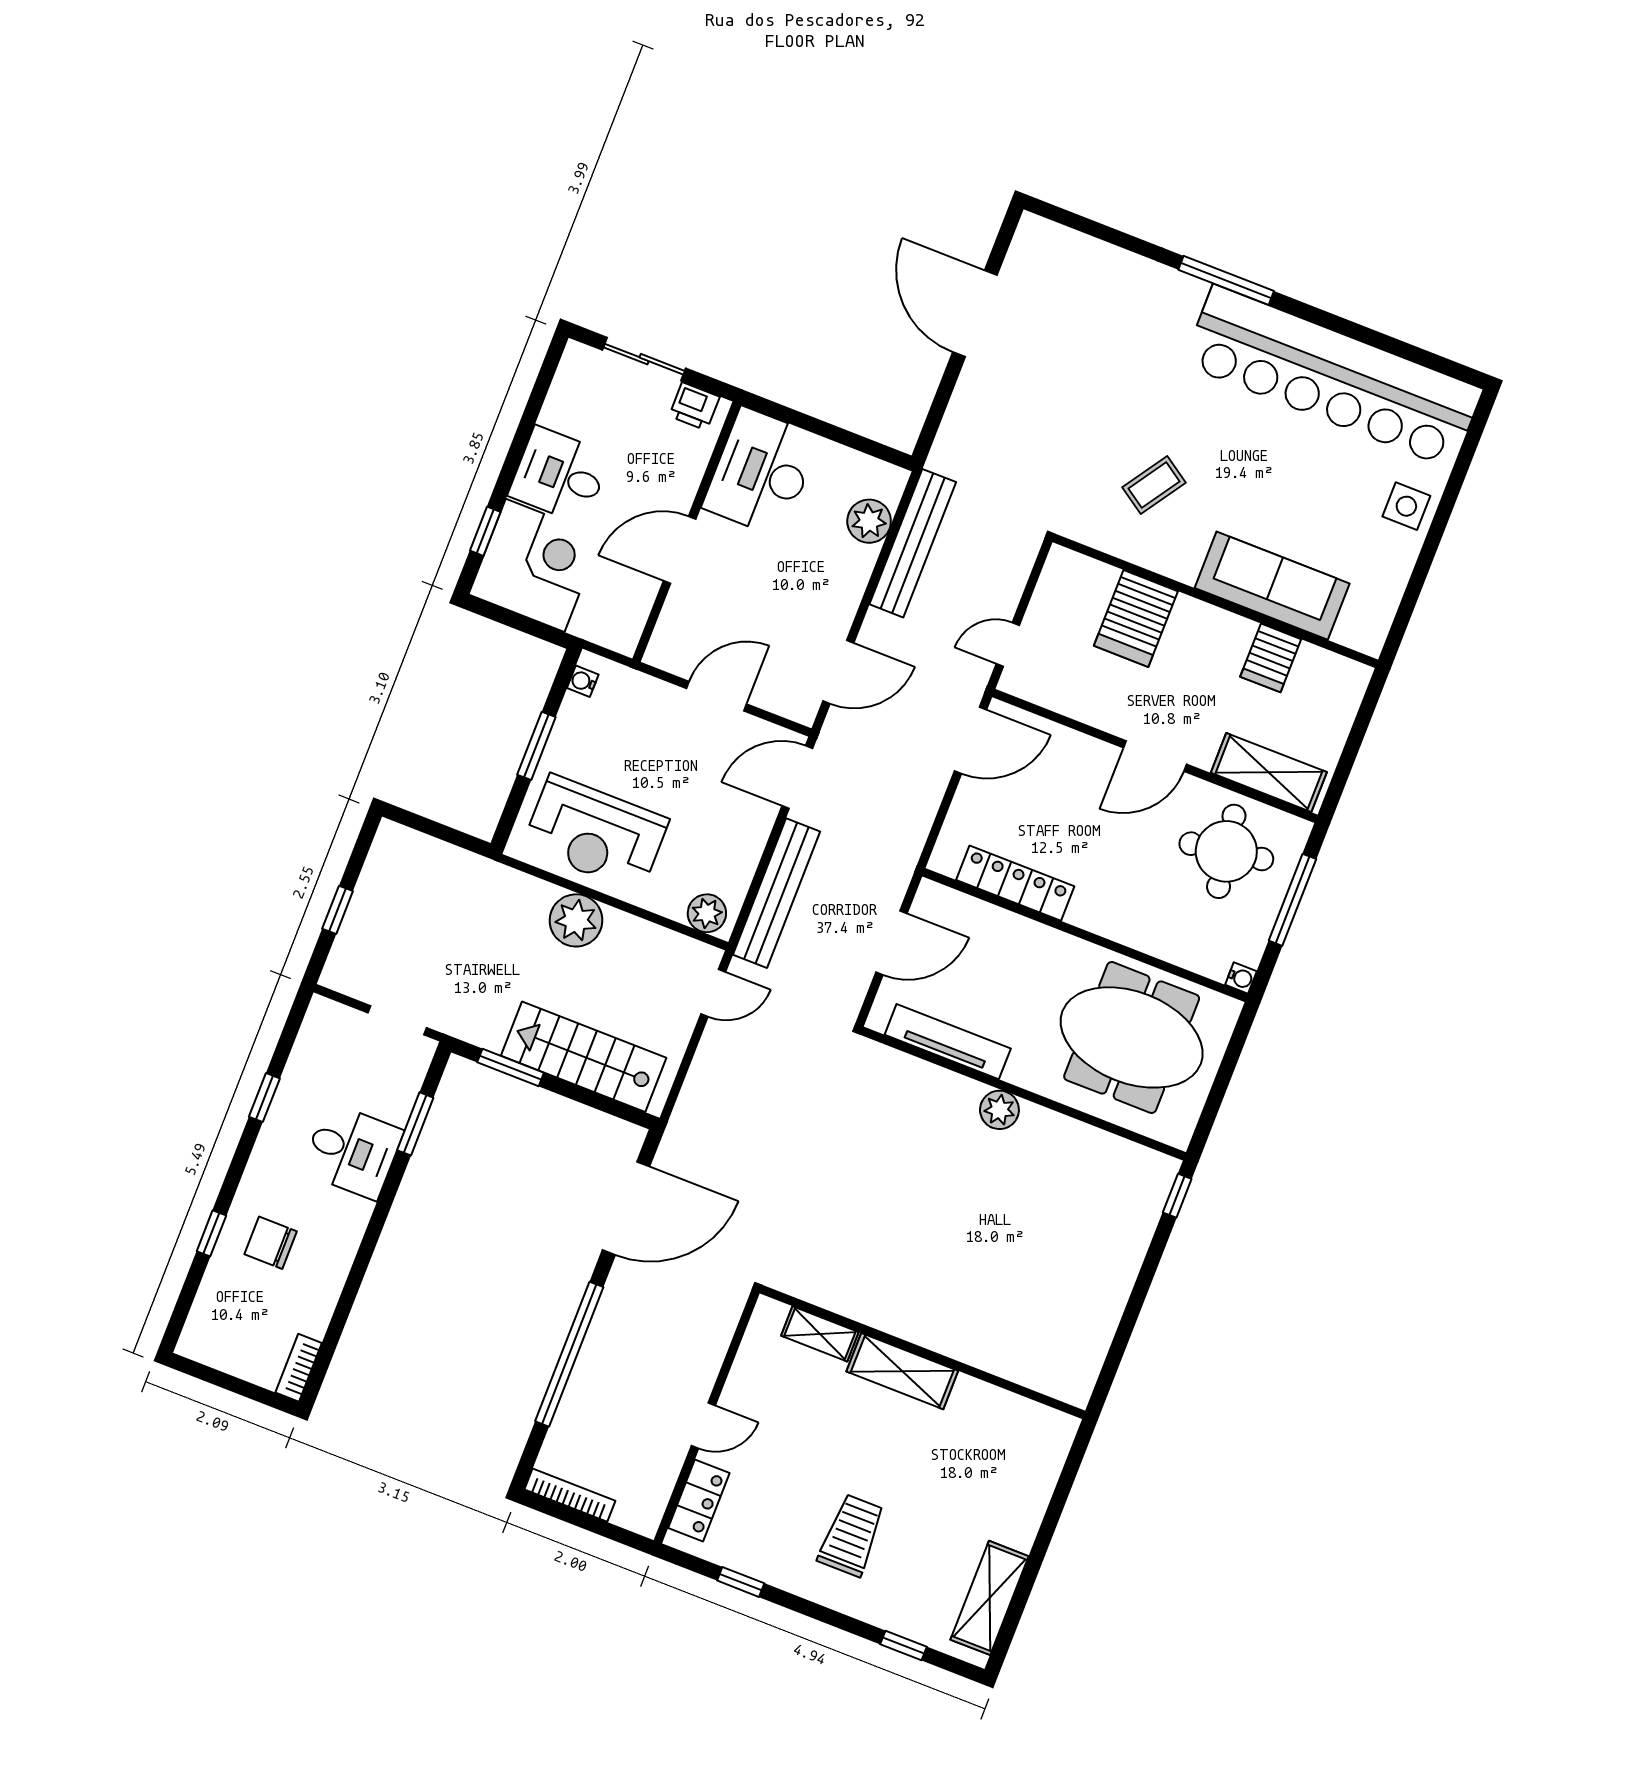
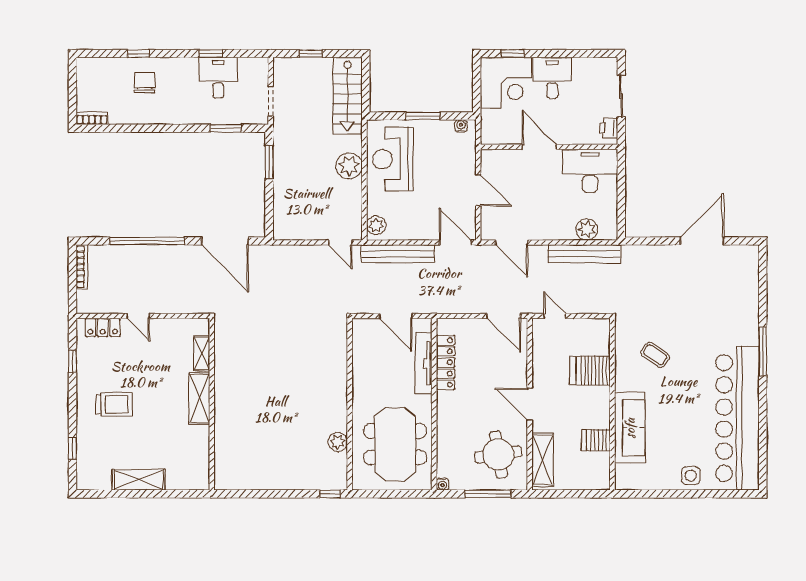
tv unit: (948, 1042) -> (424, 363), moved, turned 180
stairs: (584, 1057) -> (348, 96), moved, turned 180
plant: (999, 1110) -> (338, 442), moved
desk: (352, 1151) -> (218, 78), moved, turned 180
shelving: (990, 1598) -> (138, 480), moved

